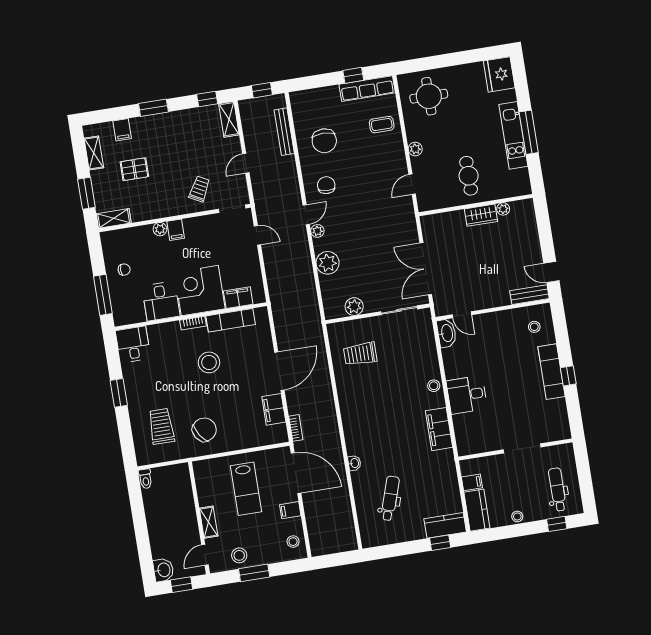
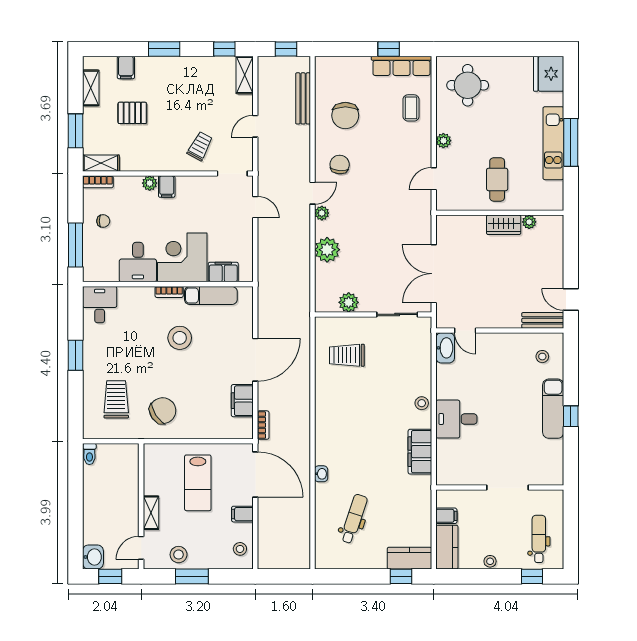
coffee table: (382, 125) -> (411, 108), turned 90
bookcase: (114, 235) -> (98, 182), added

